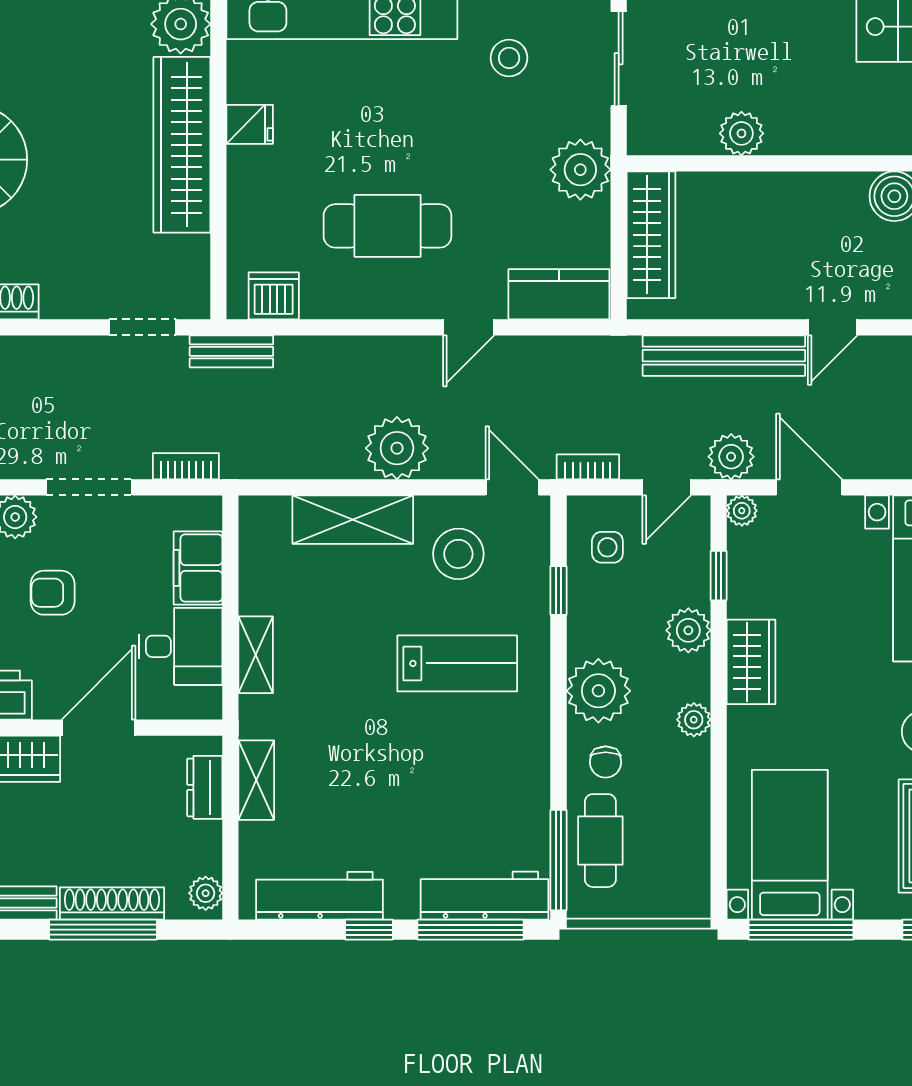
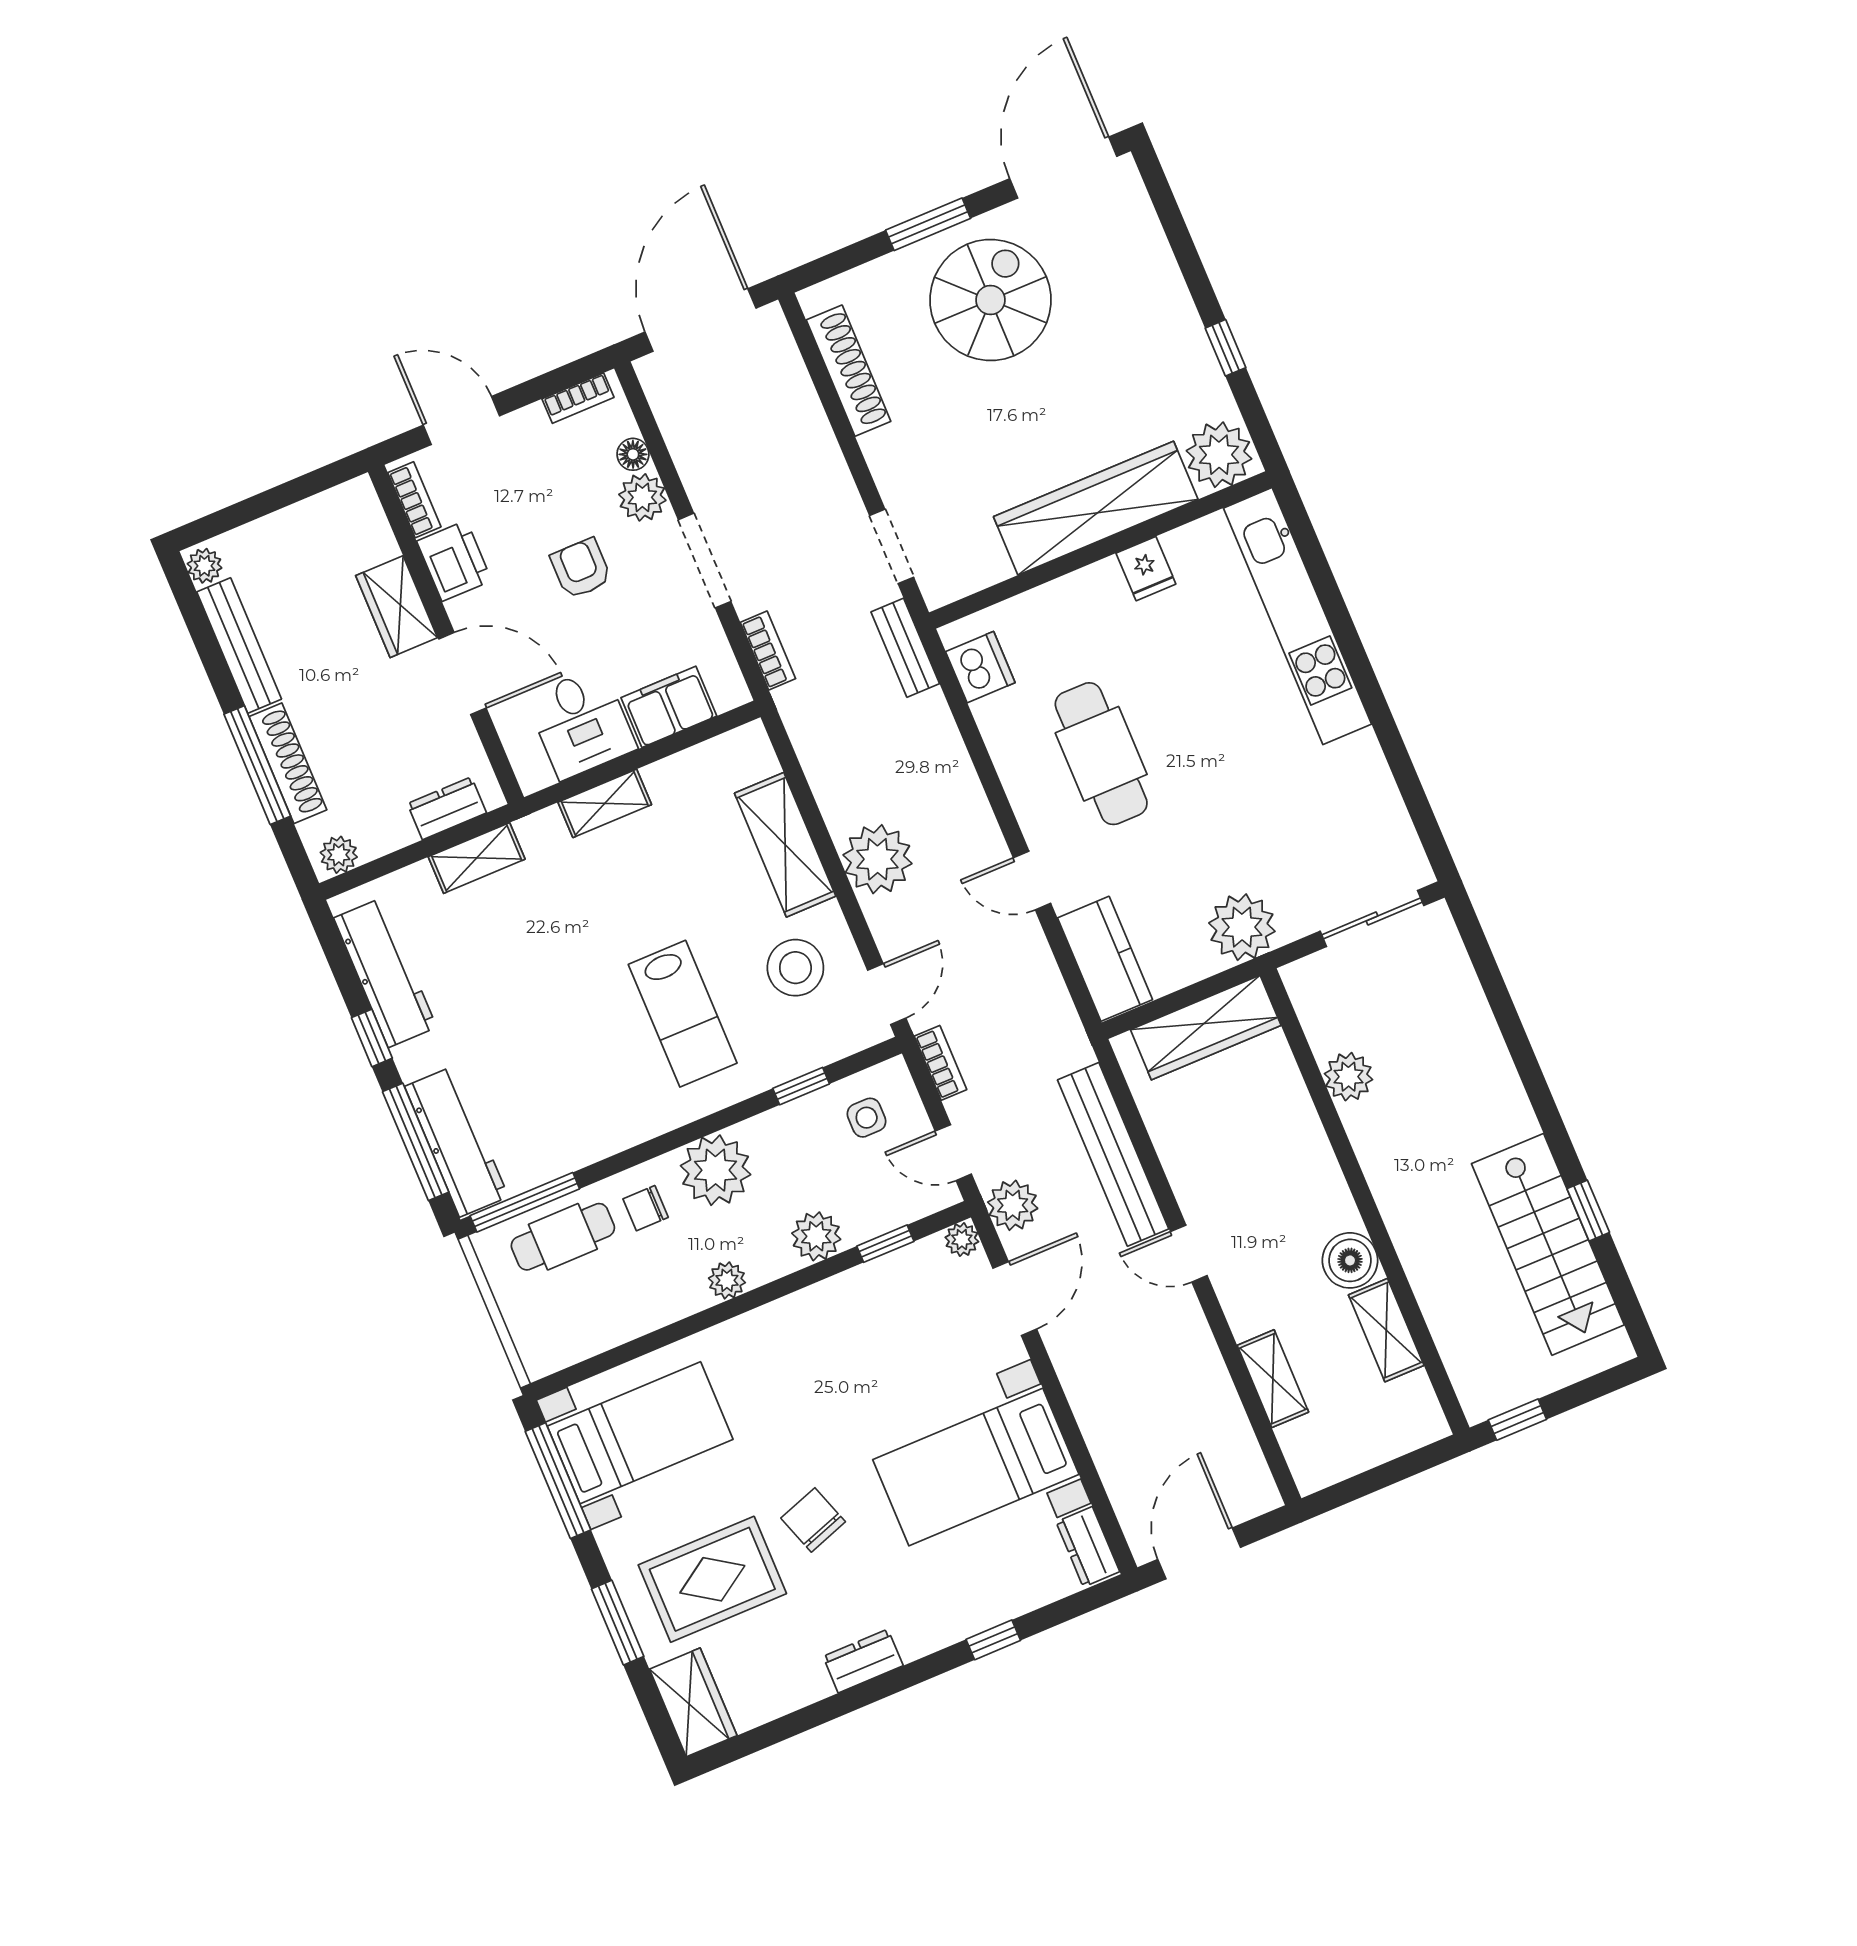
stool: (509, 58) -> (1326, 806), removed
wardrobe: (751, 662) -> (811, 1314), removed

